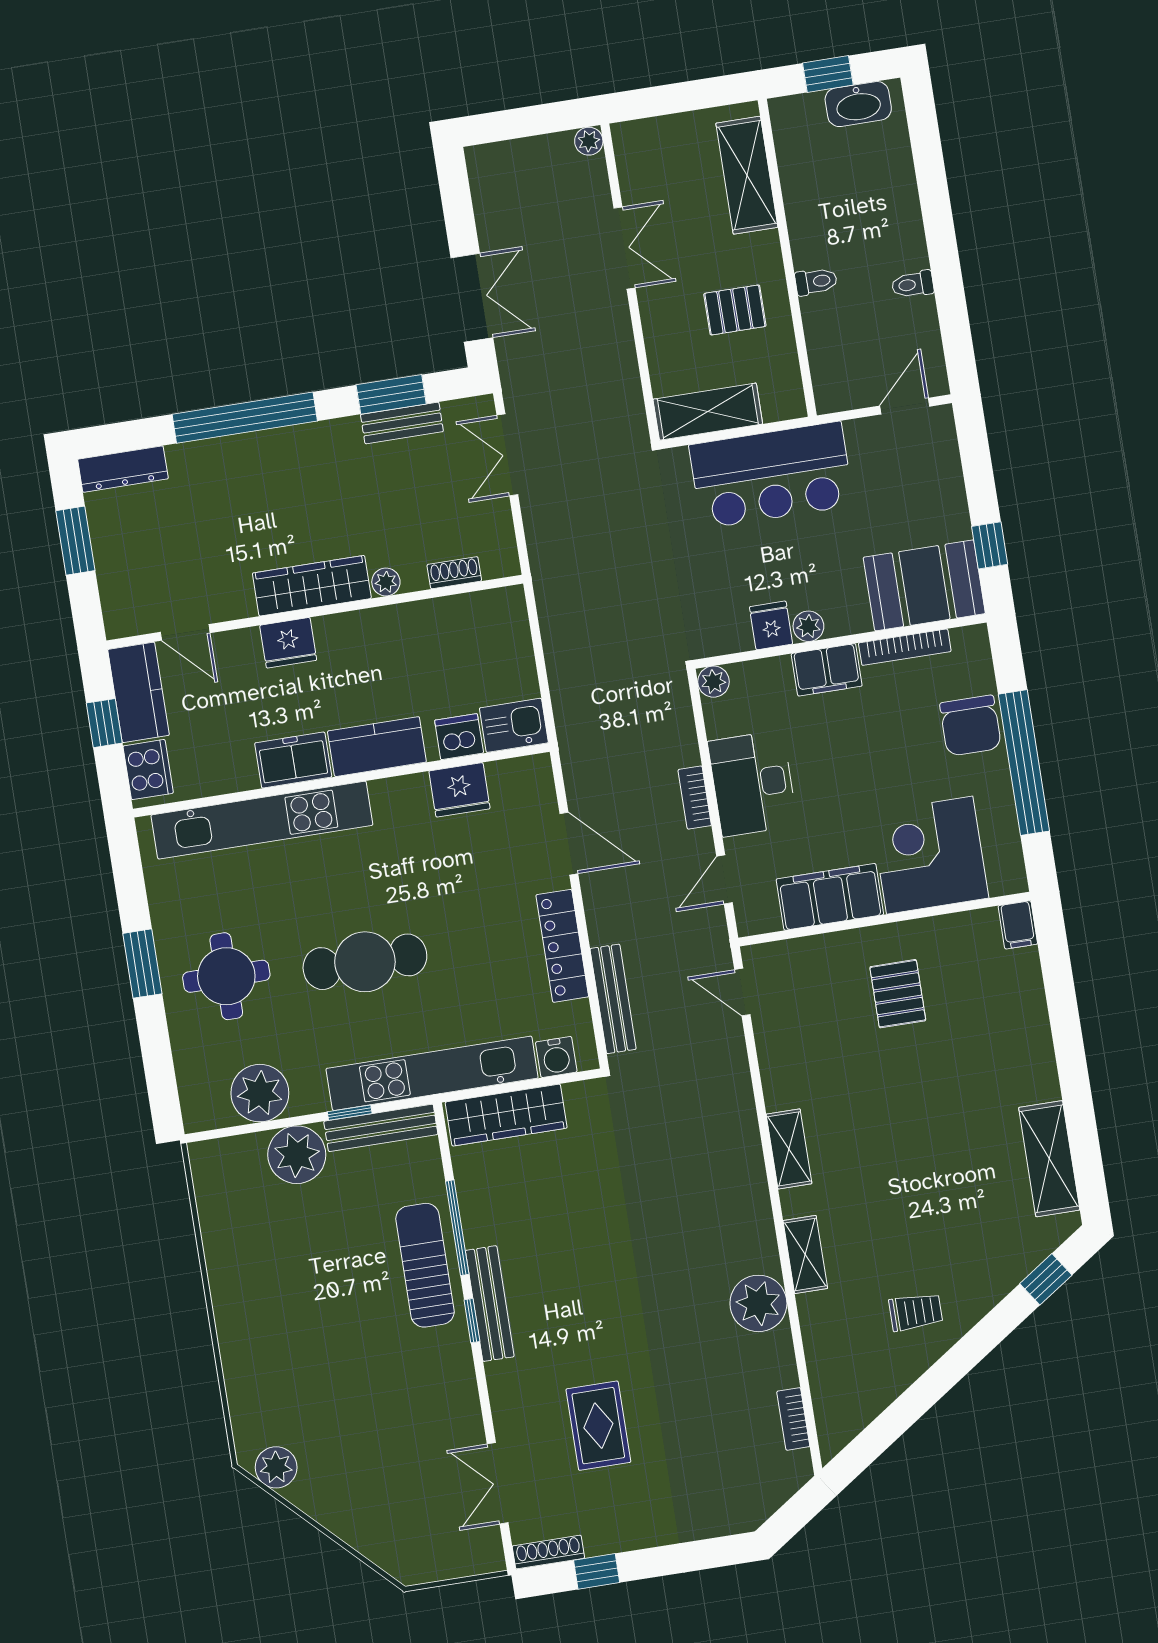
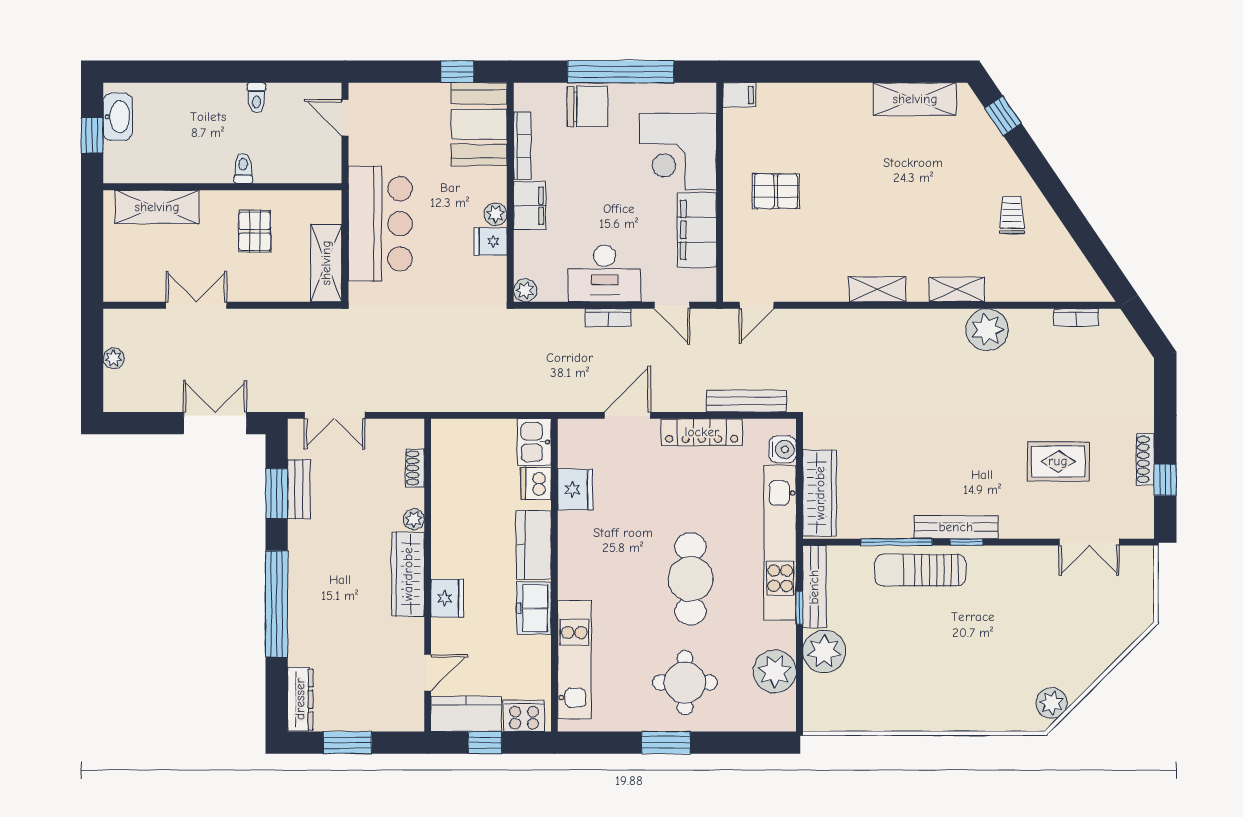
plant: (589, 141) -> (114, 358), moved
kitchen unit: (262, 820) -> (574, 660), width x0.73
shoe rack: (548, 1552) -> (1145, 459), moved

